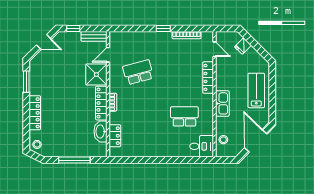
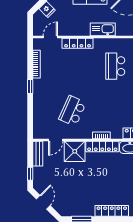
door: (108, 55) -> (56, 140), hinge flipped
school desk: (138, 72) -> (72, 111), turned 39

